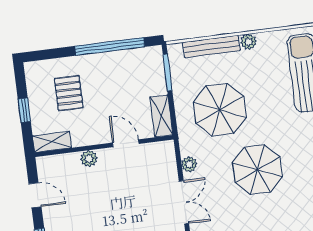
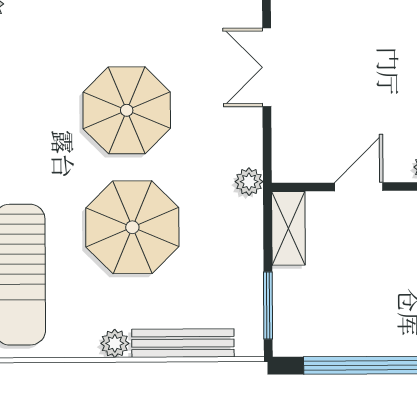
parasol: (220, 110) -> (132, 227), moved
door: (126, 143) -> (359, 187), swing flipped
plant: (189, 164) -> (249, 182), moved

